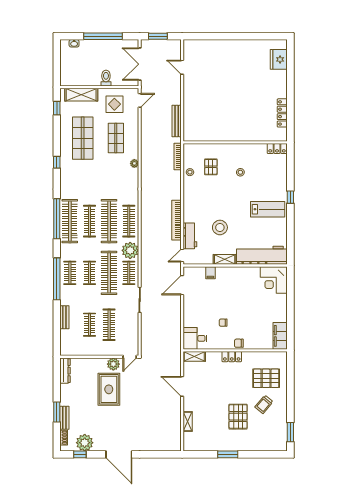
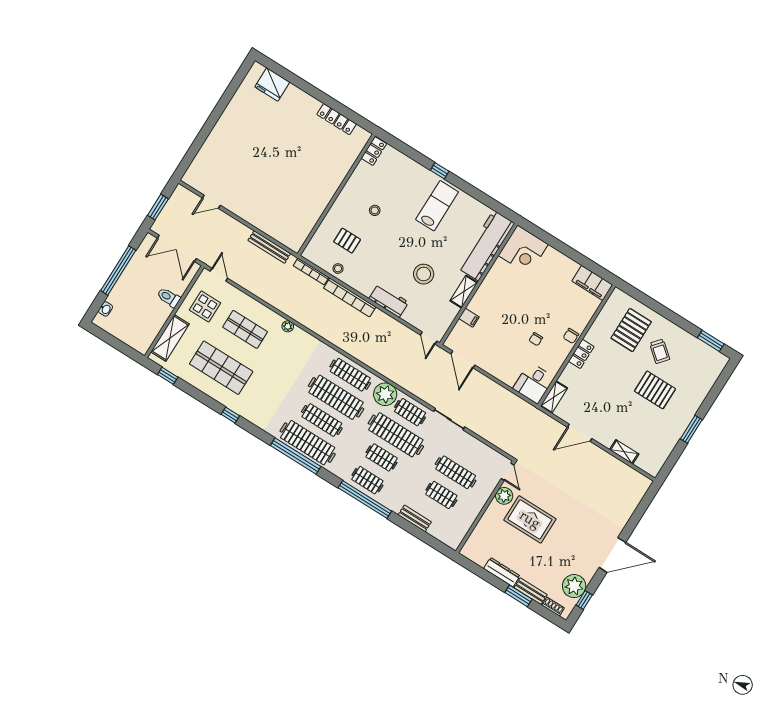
bookcase: (176, 220) -> (350, 297), moved
workbench: (190, 236) -> (389, 300), moved
dresser: (65, 371) -> (502, 572), moved

